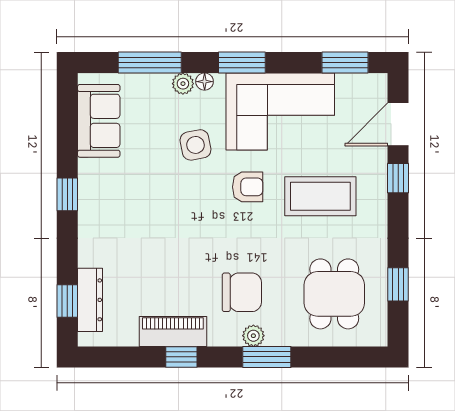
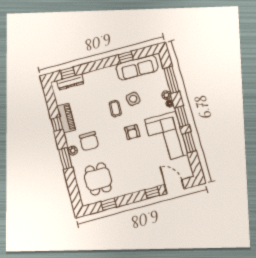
window: (345, 62) -> (189, 142), moved
sofa: (99, 121) -> (137, 67), width x1.36
side table: (195, 145) -> (133, 99), moved
window: (67, 194) -> (126, 57), moved
coffee table: (320, 196) -> (115, 109), moved, width x0.54, depth x0.58
dining table: (334, 294) -> (98, 179), turned 90

